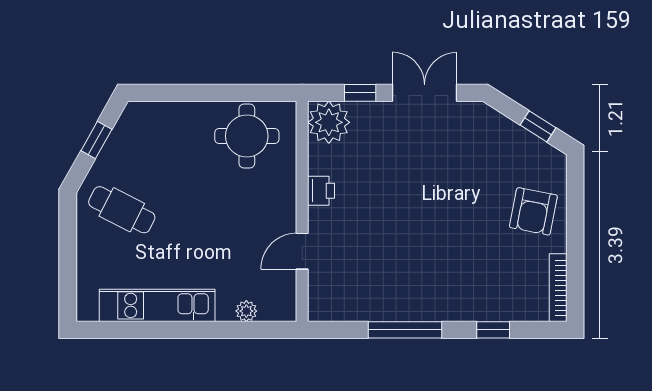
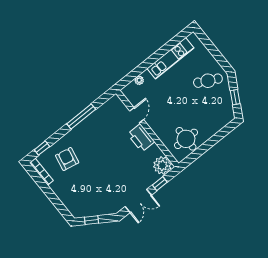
printer: (321, 191) -> (141, 138), width x1.87, depth x1.48
armchair: (533, 211) -> (67, 159), moved
window: (493, 330) -> (42, 148), moved

